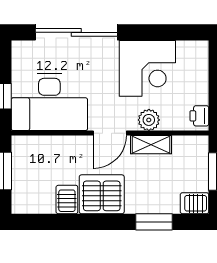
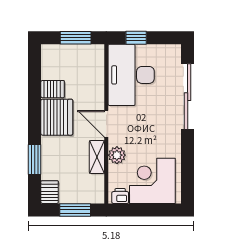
corner desk: (147, 68) -> (152, 181), moved, turned 90

